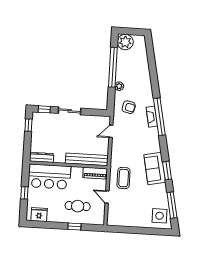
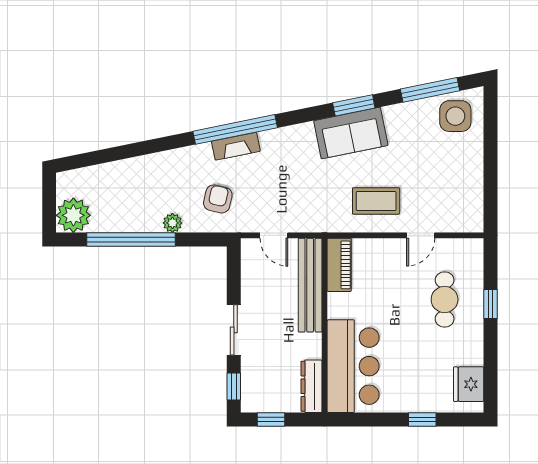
dresser: (42, 157) -> (311, 386), moved
bench: (87, 159) -> (310, 285), moved
wall: (68, 165) -> (325, 325), moved
piano: (95, 173) -> (339, 265), moved
bar counter: (49, 177) -> (353, 366), moved

